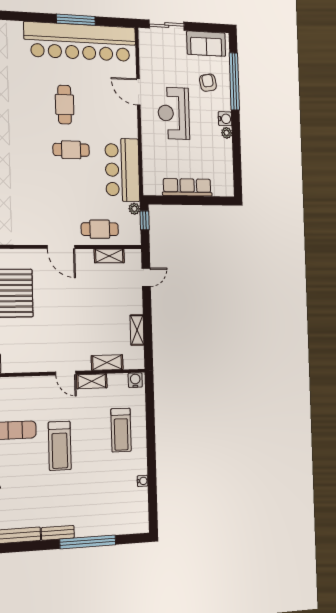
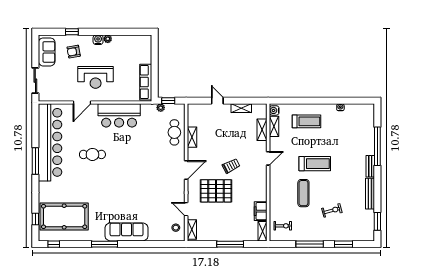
window: (76, 20) -> (35, 161), moved
window: (234, 81) -> (72, 32), width x0.32
cafe table: (71, 150) -> (122, 151), removed
bar counter: (122, 170) -> (119, 115), moved
row of seats: (187, 187) -> (146, 82), moved
door: (61, 247) -> (186, 170), moved
shelving: (109, 256) -> (192, 137), moved
door: (146, 277) -> (217, 101), moved
trolley: (53, 316) -> (231, 166), added
shelving: (92, 381) -> (274, 126), moved

